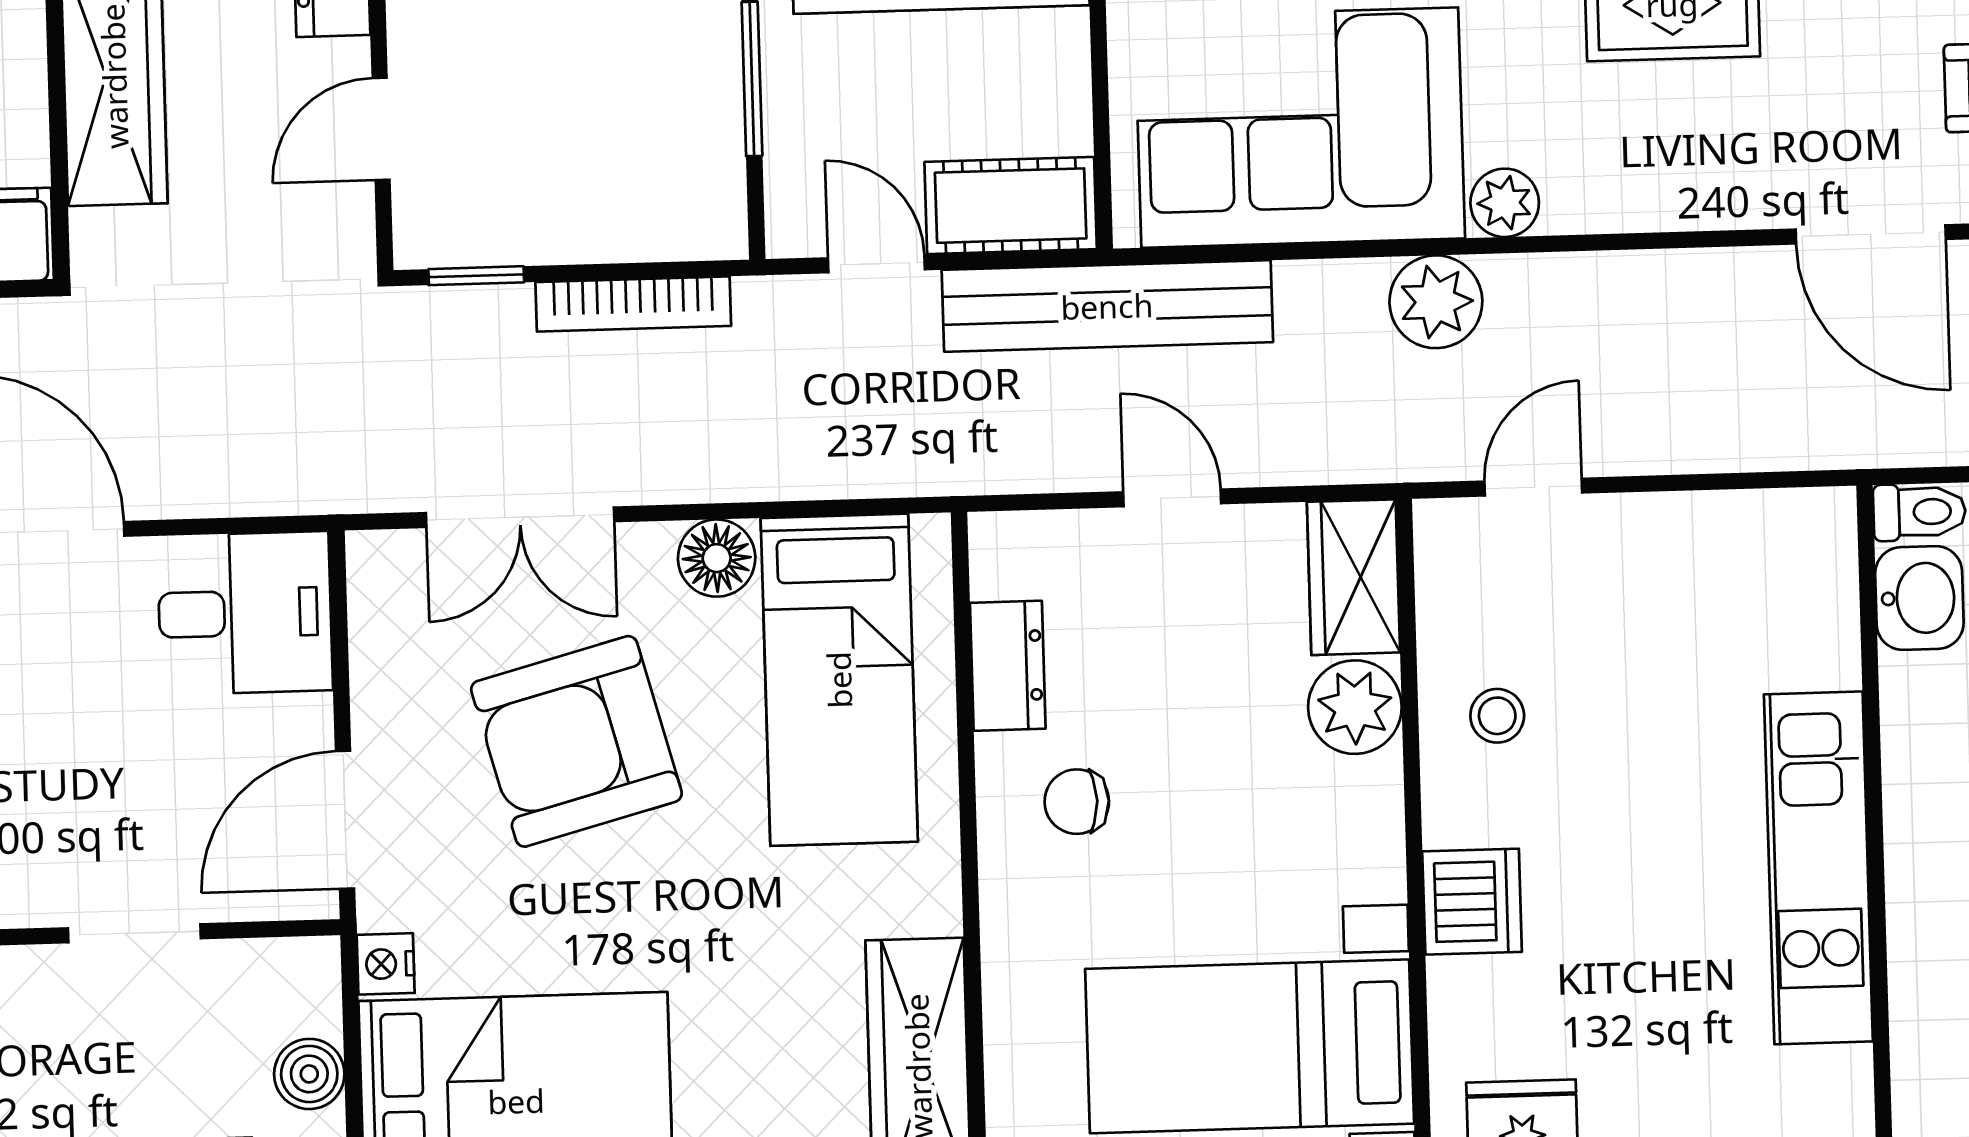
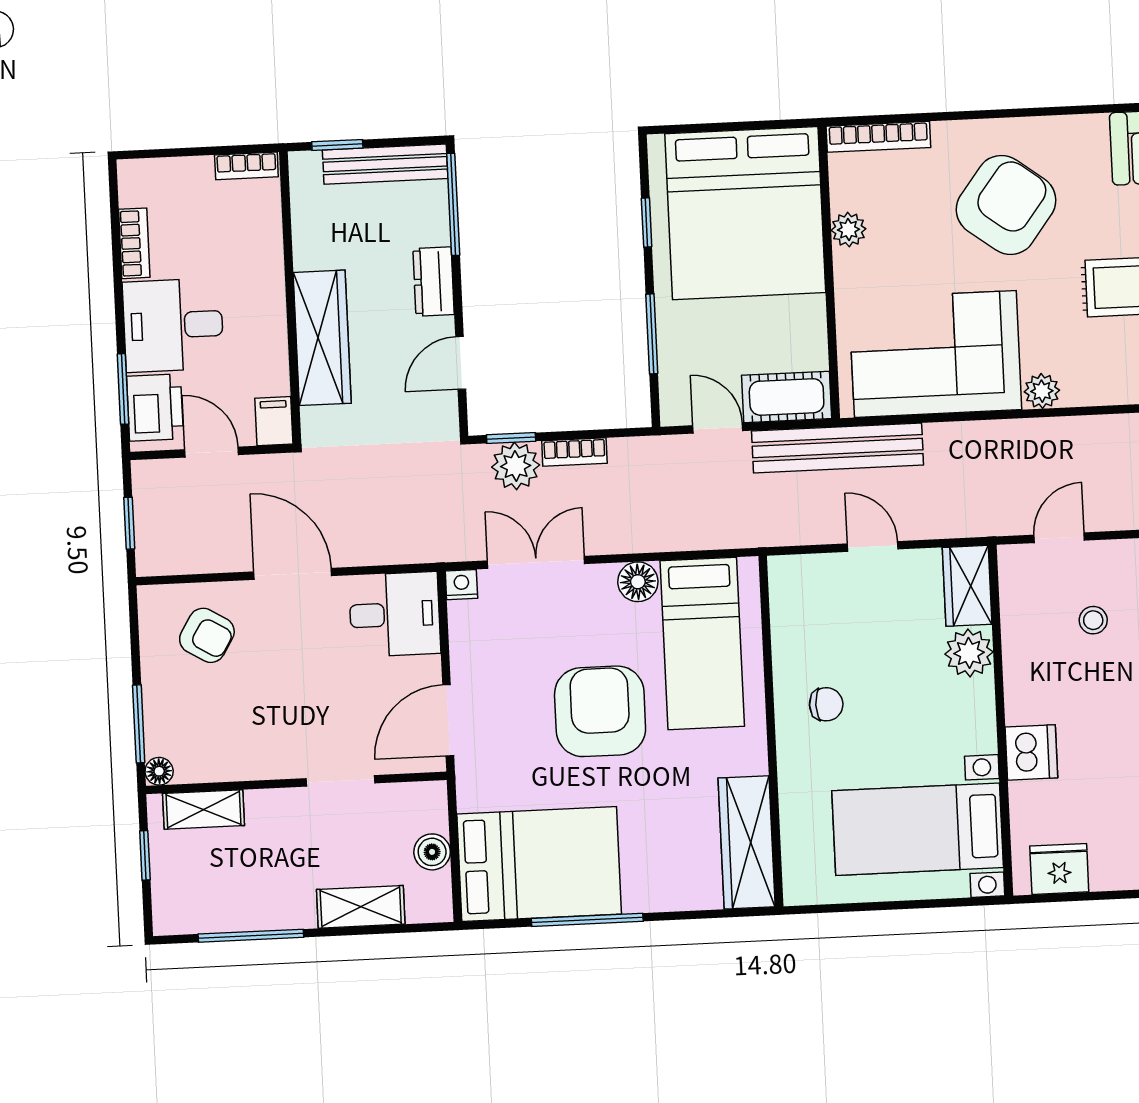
plant: (1436, 302) -> (516, 466), moved
bookcase: (633, 304) -> (574, 452), width x0.64
double door: (520, 517) -> (536, 562), swing flipped
dresser: (1008, 666) -> (789, 635), removed
stool: (1497, 716) -> (1093, 620), moved
armchair: (576, 741) -> (600, 711), moved, turned 105
chair: (1077, 802) -> (826, 704), turned 180
nightstand: (386, 964) -> (461, 585), moved, turned 90

